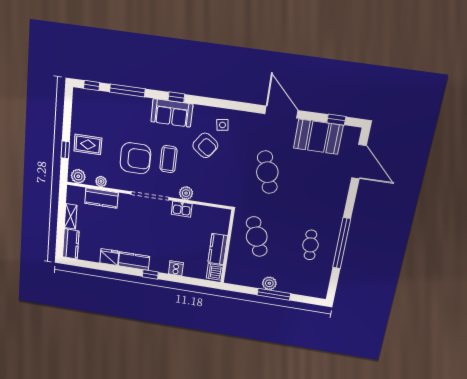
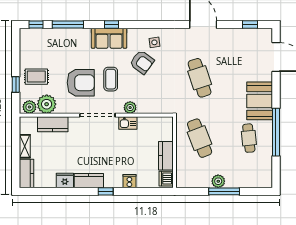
booth: (318, 137) -> (260, 101), moved, turned 90
plant: (101, 181) -> (47, 104), width x1.87, depth x1.87

